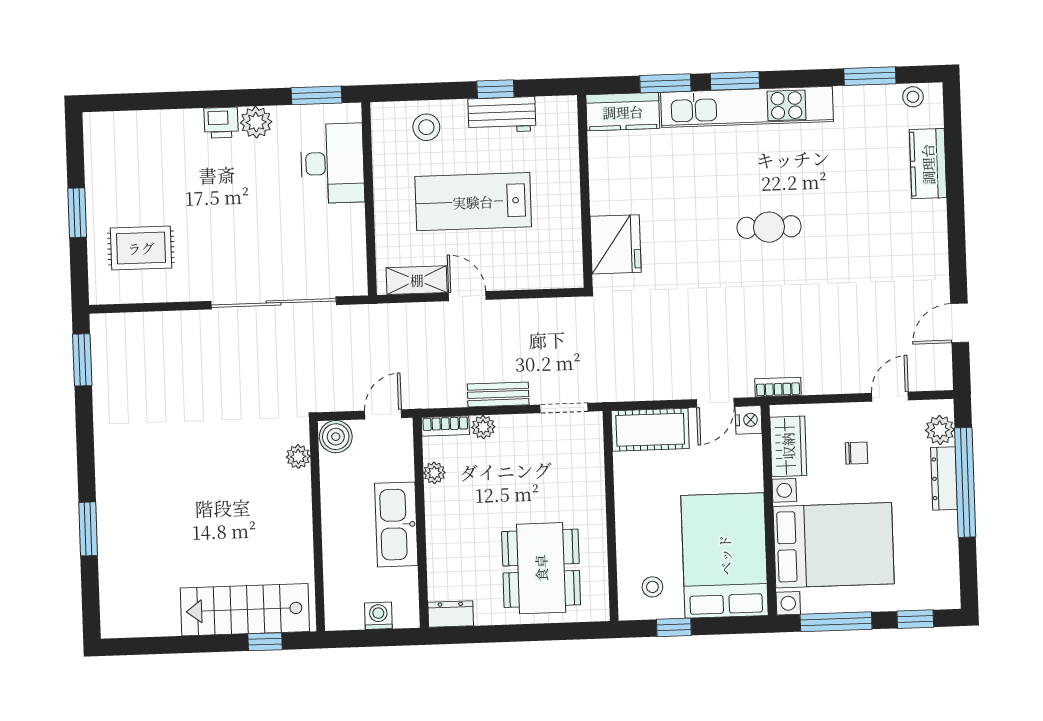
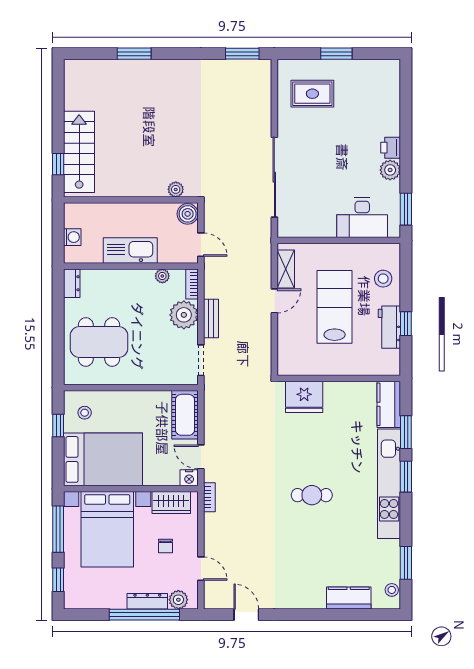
cafe table: (769, 227) -> (312, 495), turned 90
rug: (141, 248) -> (312, 94), turned 90
plant: (483, 427) -> (184, 315), width x1.88, depth x1.88

